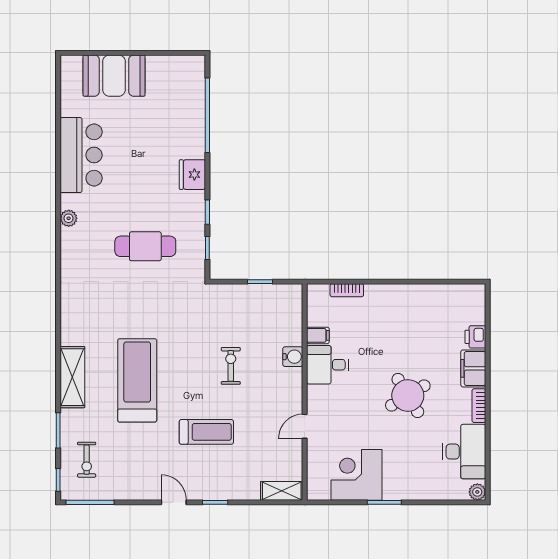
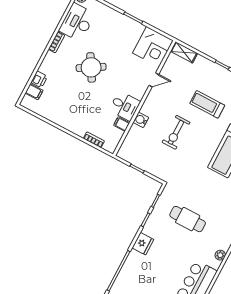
exercise bike: (231, 366) -> (176, 132), width x1.38, depth x1.39
filing cabinet: (473, 368) -> (34, 92), moved, width x0.50
corner desk: (356, 475) -> (153, 47), moved

